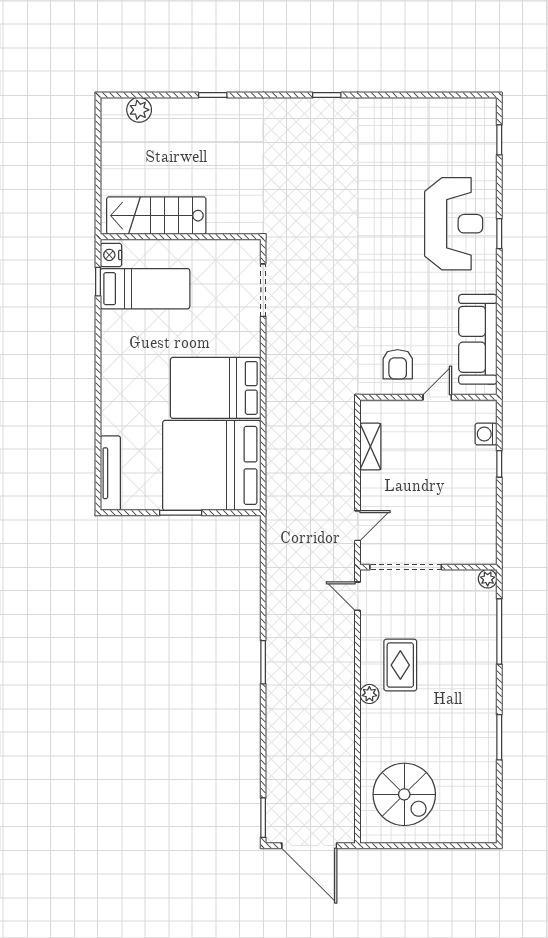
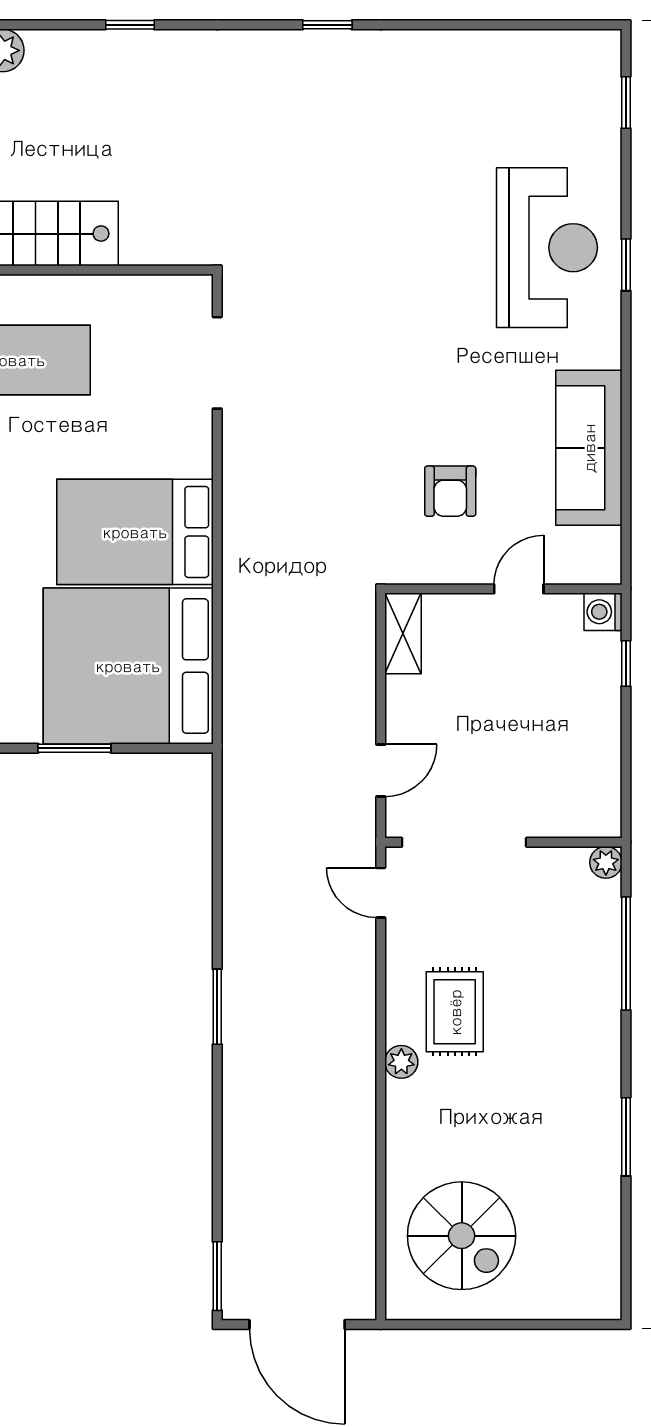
wall: (428, 397) -> (503, 589), moved
door: (437, 397) -> (519, 589), moved

